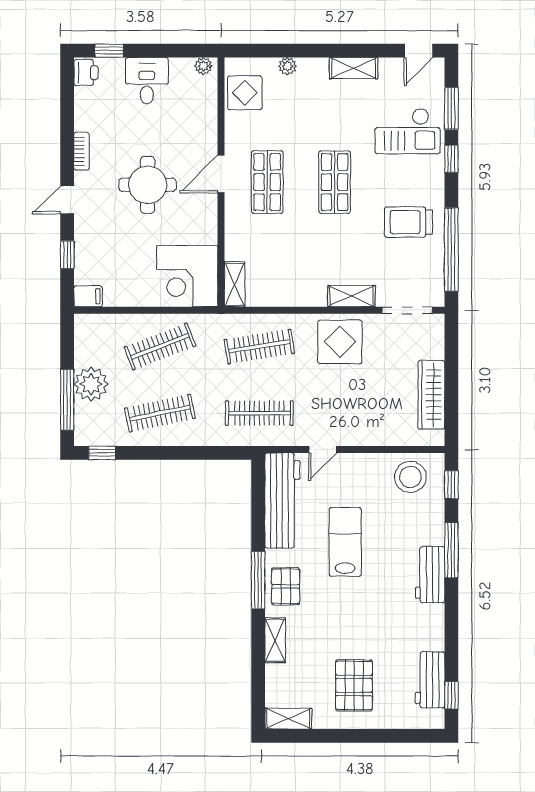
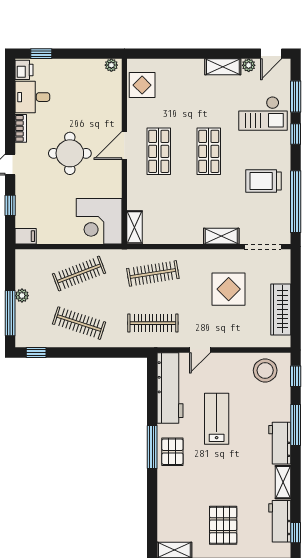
plant: (287, 66) -> (249, 65), moved
desk: (147, 81) -> (32, 97), moved, turned -90
display table: (340, 342) -> (229, 289), moved
plant: (91, 384) -> (22, 296), width x0.53, depth x0.53
clothes rail: (160, 413) -> (79, 323), turned 30
shelving: (275, 640) -> (283, 482), moved

